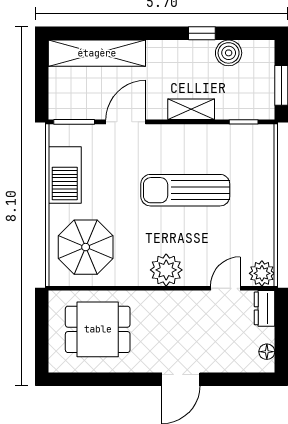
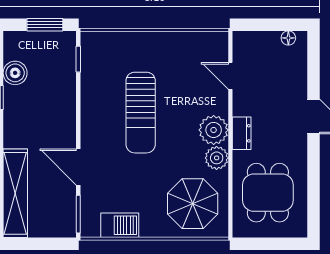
shelving: (191, 109) -> (67, 107), removed
barbecue: (65, 175) -> (120, 225), width x0.73, depth x0.83
plant: (262, 273) -> (217, 158), moved
dresser: (265, 308) -> (242, 133), moved, turned -90

